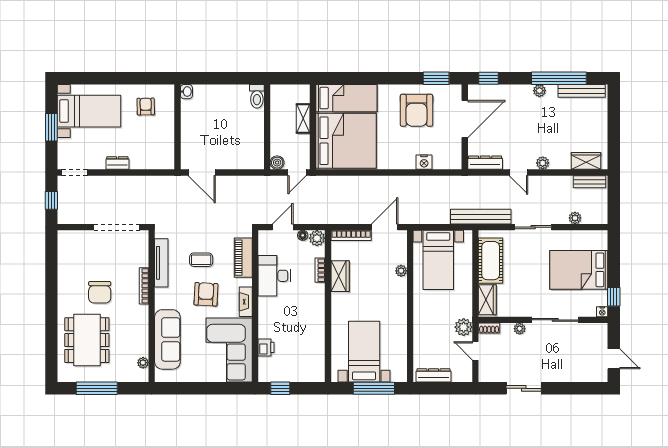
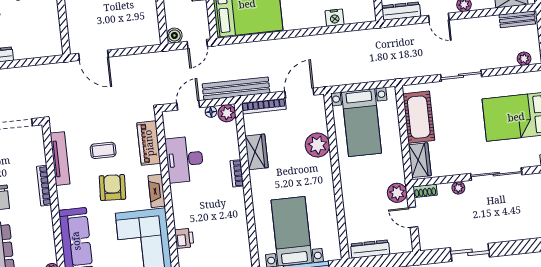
bench: (481, 217) -> (236, 88), moved
plant: (575, 218) -> (524, 59), moved
bookcase: (320, 270) -> (237, 173), moved
plant: (401, 271) -> (317, 145), width x1.87, depth x1.87

